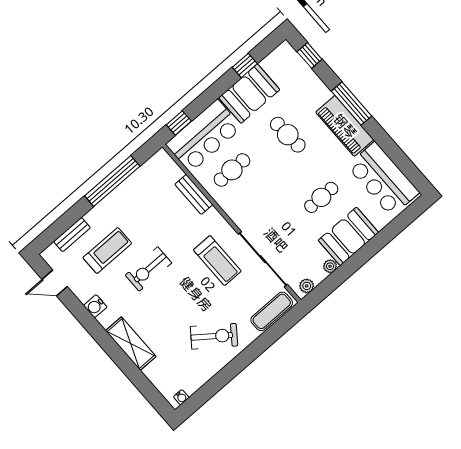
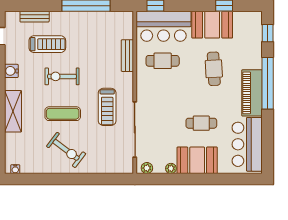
window: (352, 104) -> (268, 83), width x1.46
exercise mat: (272, 311) -> (63, 114), moved

